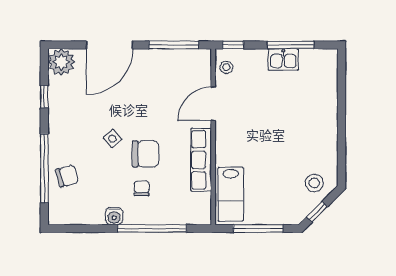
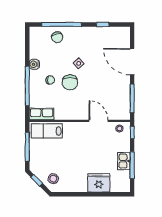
plant: (61, 62) -> (122, 34), removed
fridge: (322, 103) -> (99, 183), added
row of seats: (201, 160) -> (42, 114), moved, width x0.68

